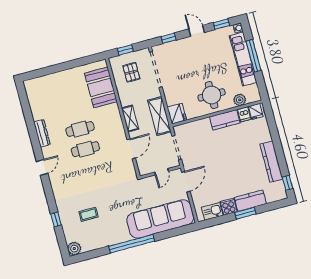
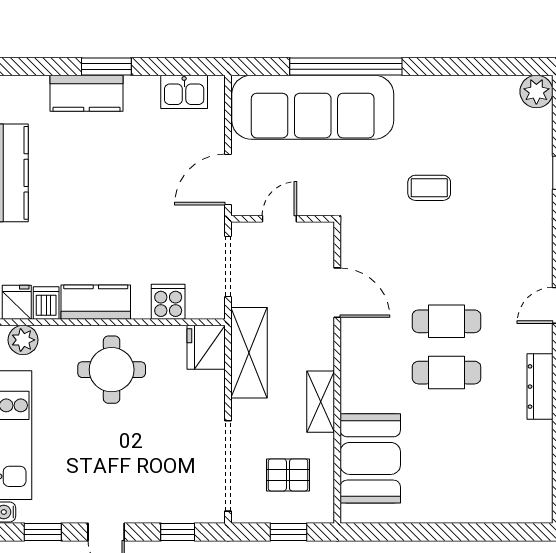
pallet: (131, 72) -> (288, 475), turned 90
plant: (240, 100) -> (23, 340), moved
shelving: (130, 119) -> (321, 402), moved
door: (131, 149) -> (337, 293), swing flipped
cooker: (229, 207) -> (168, 302), moved, turned 180
coffee table: (89, 214) -> (429, 188), moved
window: (132, 244) -> (346, 66), moved

